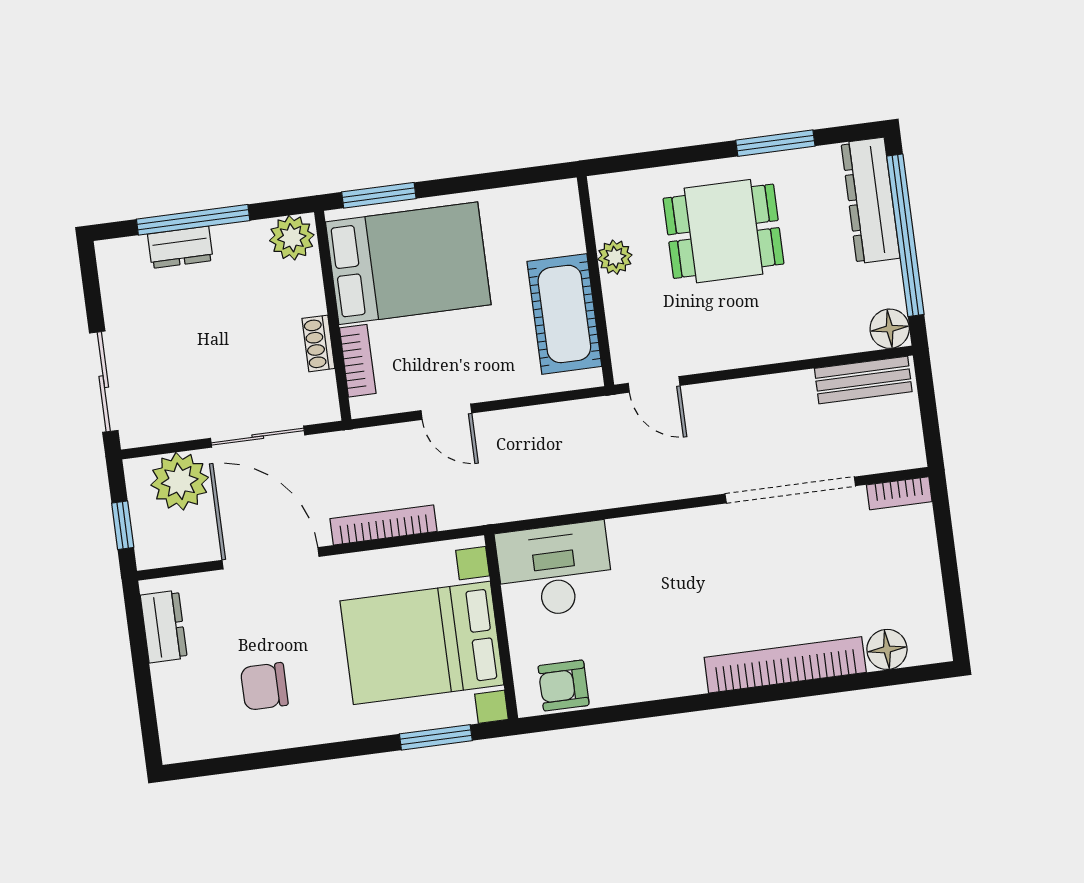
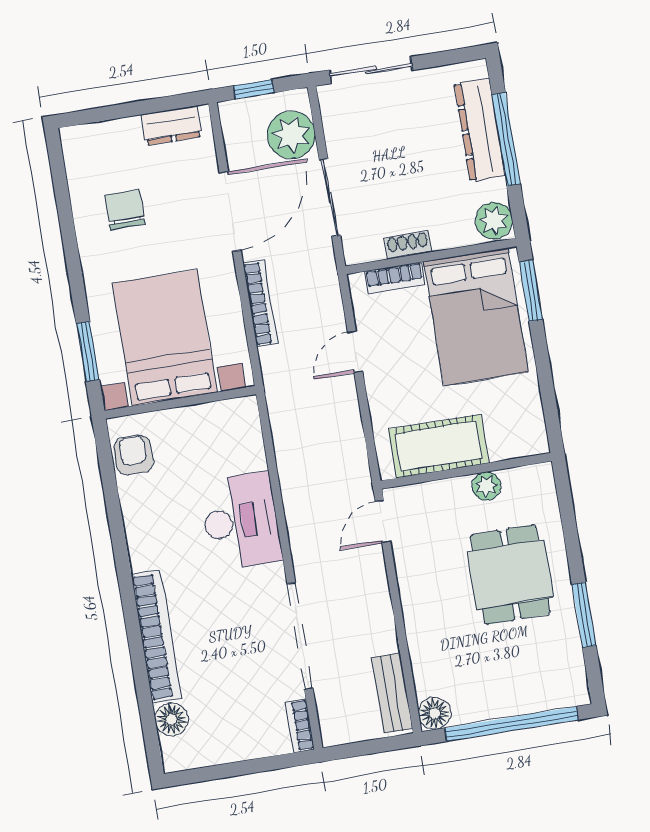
dresser: (871, 200) -> (539, 694), removed
dresser: (180, 247) -> (480, 130), width x1.96, depth x1.24
desk: (555, 570) -> (241, 521), moved

